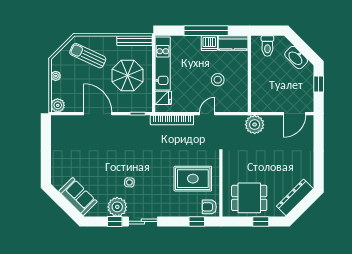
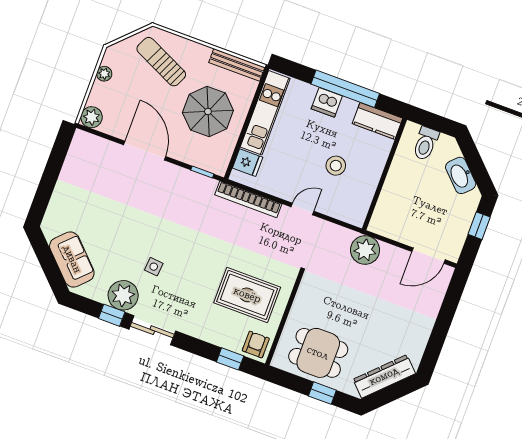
dishwasher: (209, 43) -> (327, 102), moved
armchair: (209, 207) -> (256, 345), turned 90

